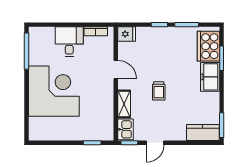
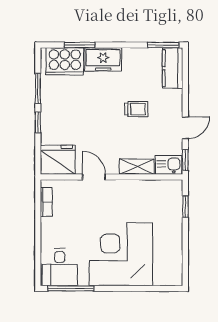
fridge: (127, 34) -> (58, 160), width x1.88, depth x1.34
desk: (69, 42) -> (60, 267), moved, turned -90
door: (116, 70) -> (94, 177), hinge flipped
trolley: (159, 91) -> (136, 109), moved
door: (155, 143) -> (185, 128), hinge flipped

